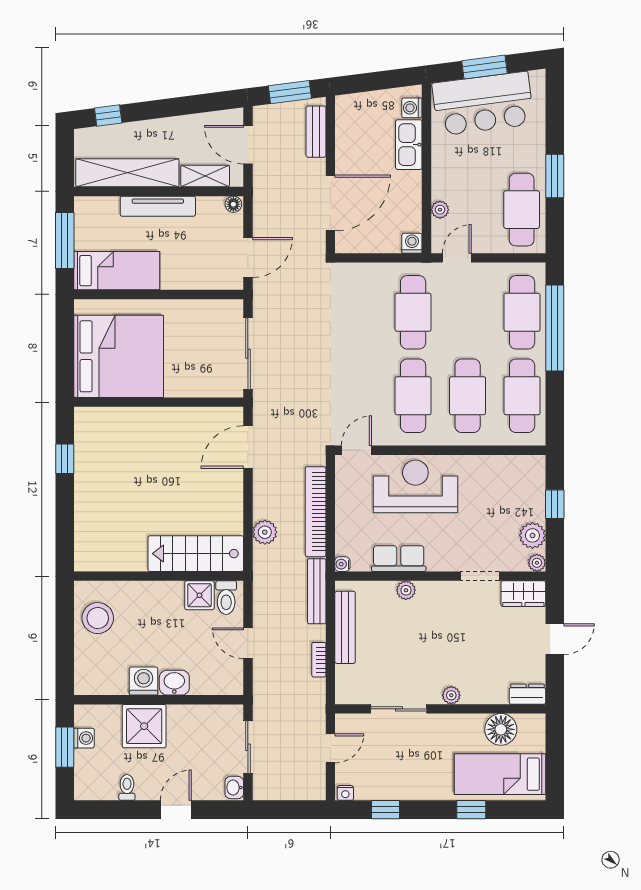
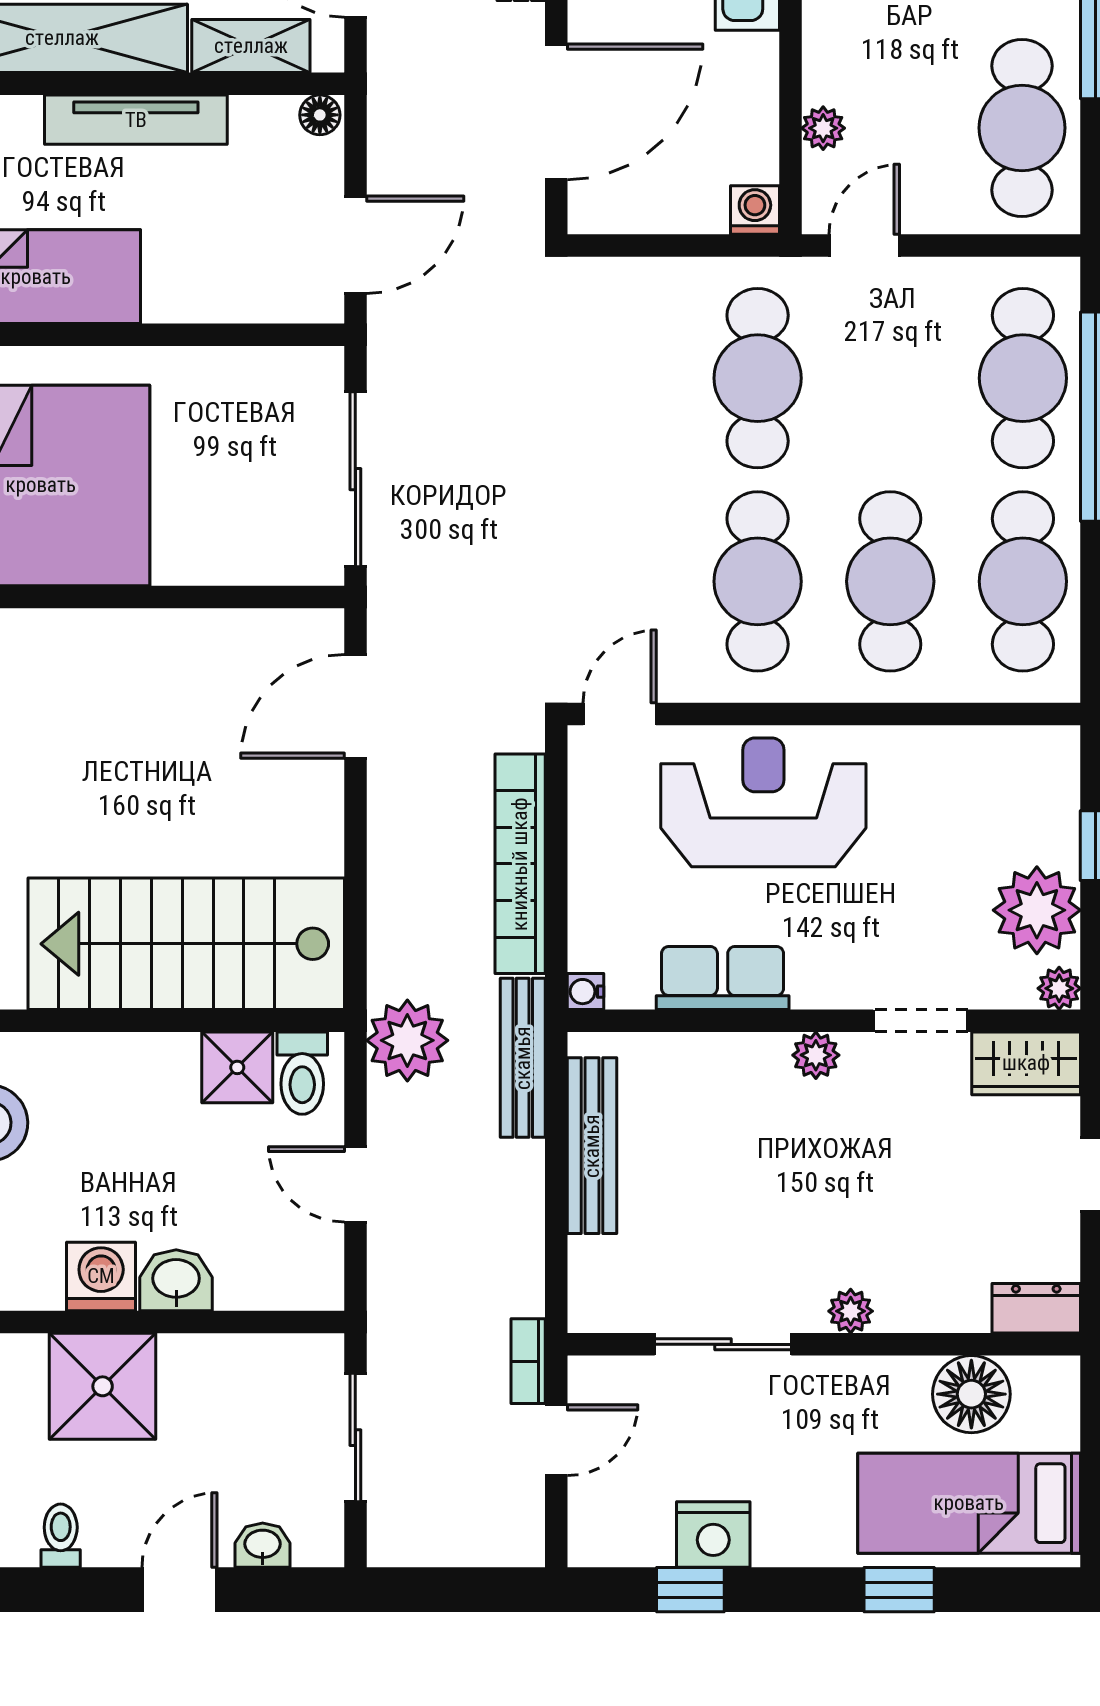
plant: (265, 532) -> (407, 1040), moved, width x1.36, depth x1.36
plant: (532, 535) -> (1037, 910), width x1.36, depth x1.36
stairs: (196, 554) -> (186, 944), width x1.36, depth x1.51
plant: (406, 590) -> (816, 1055), moved
bookcase: (319, 660) -> (528, 1361), moved
washbasin: (234, 788) -> (263, 1545), moved, turned 90
nightstand: (345, 793) -> (713, 1535), moved, width x1.89, depth x1.79

